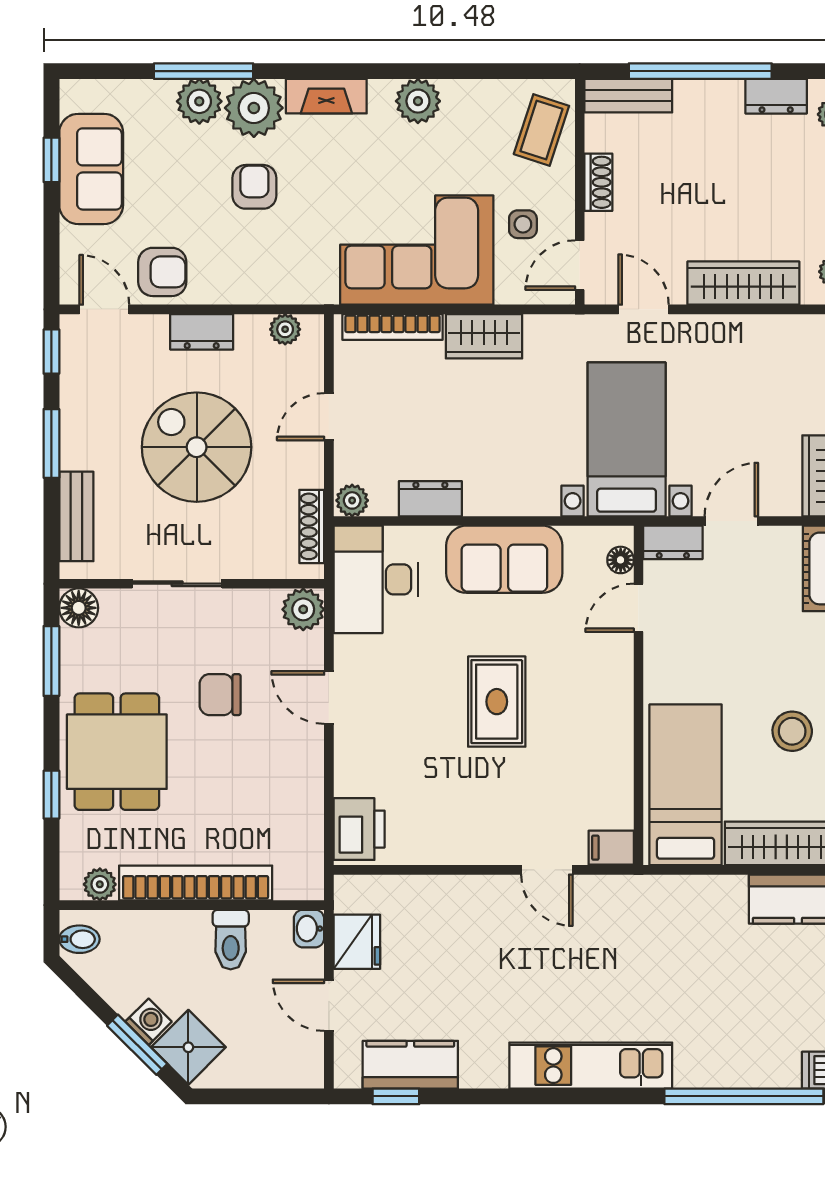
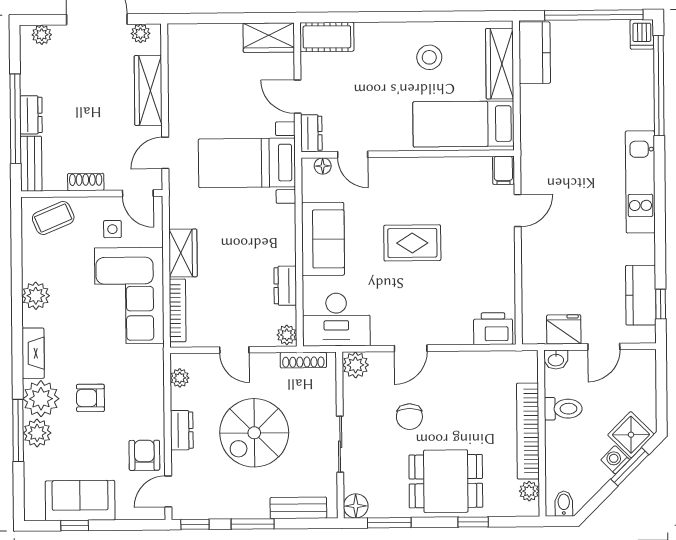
dresser: (776, 96) -> (31, 115), moved
coffee table: (541, 130) -> (53, 218), turned -41

